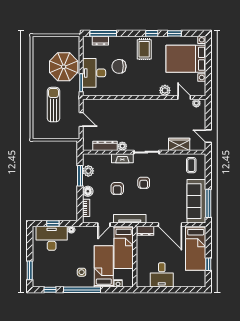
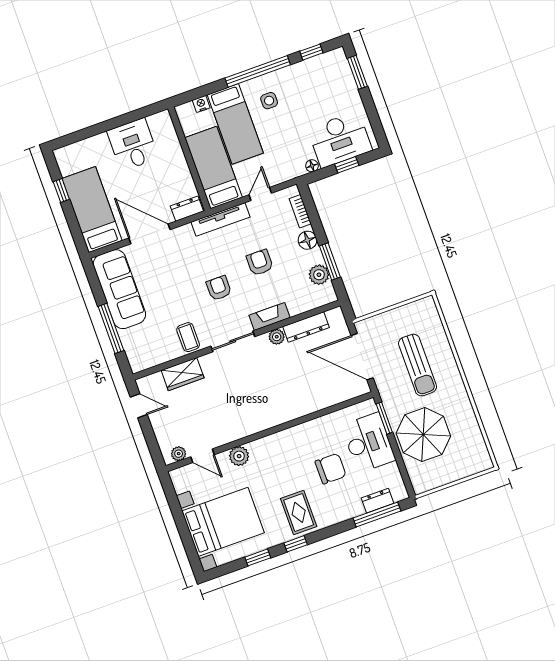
door: (81, 119) -> (362, 357), width x1.88
coffee table: (191, 165) -> (188, 337), moved
window: (208, 203) -> (111, 328), moved

